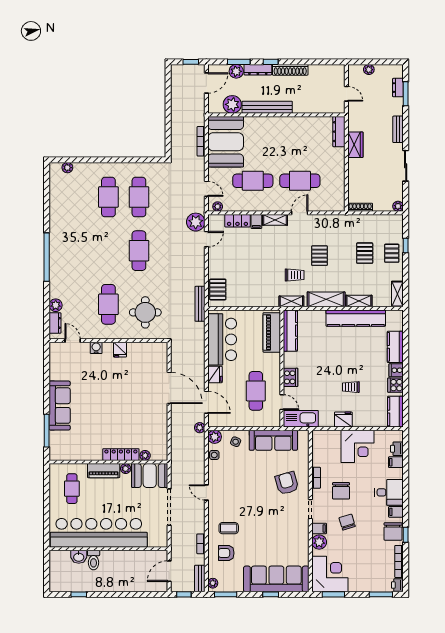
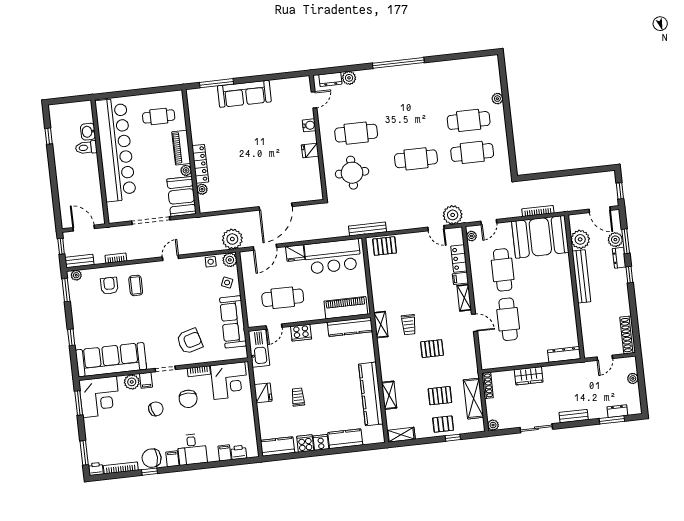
dresser: (258, 70) -> (619, 258), width x0.70
shoe rack: (290, 70) -> (628, 335), moved
wardrobe: (355, 145) -> (529, 376), moved
plant: (67, 168) -> (497, 99), moved
shelving: (326, 299) -> (473, 399), moved
plant: (200, 428) -> (232, 239), width x1.87, depth x1.87
corner desk: (358, 446) -> (229, 381), moved, turned -90
chair: (341, 491) -> (188, 399), turned -90
sofa: (276, 579) -> (111, 360), moved, turned -90

